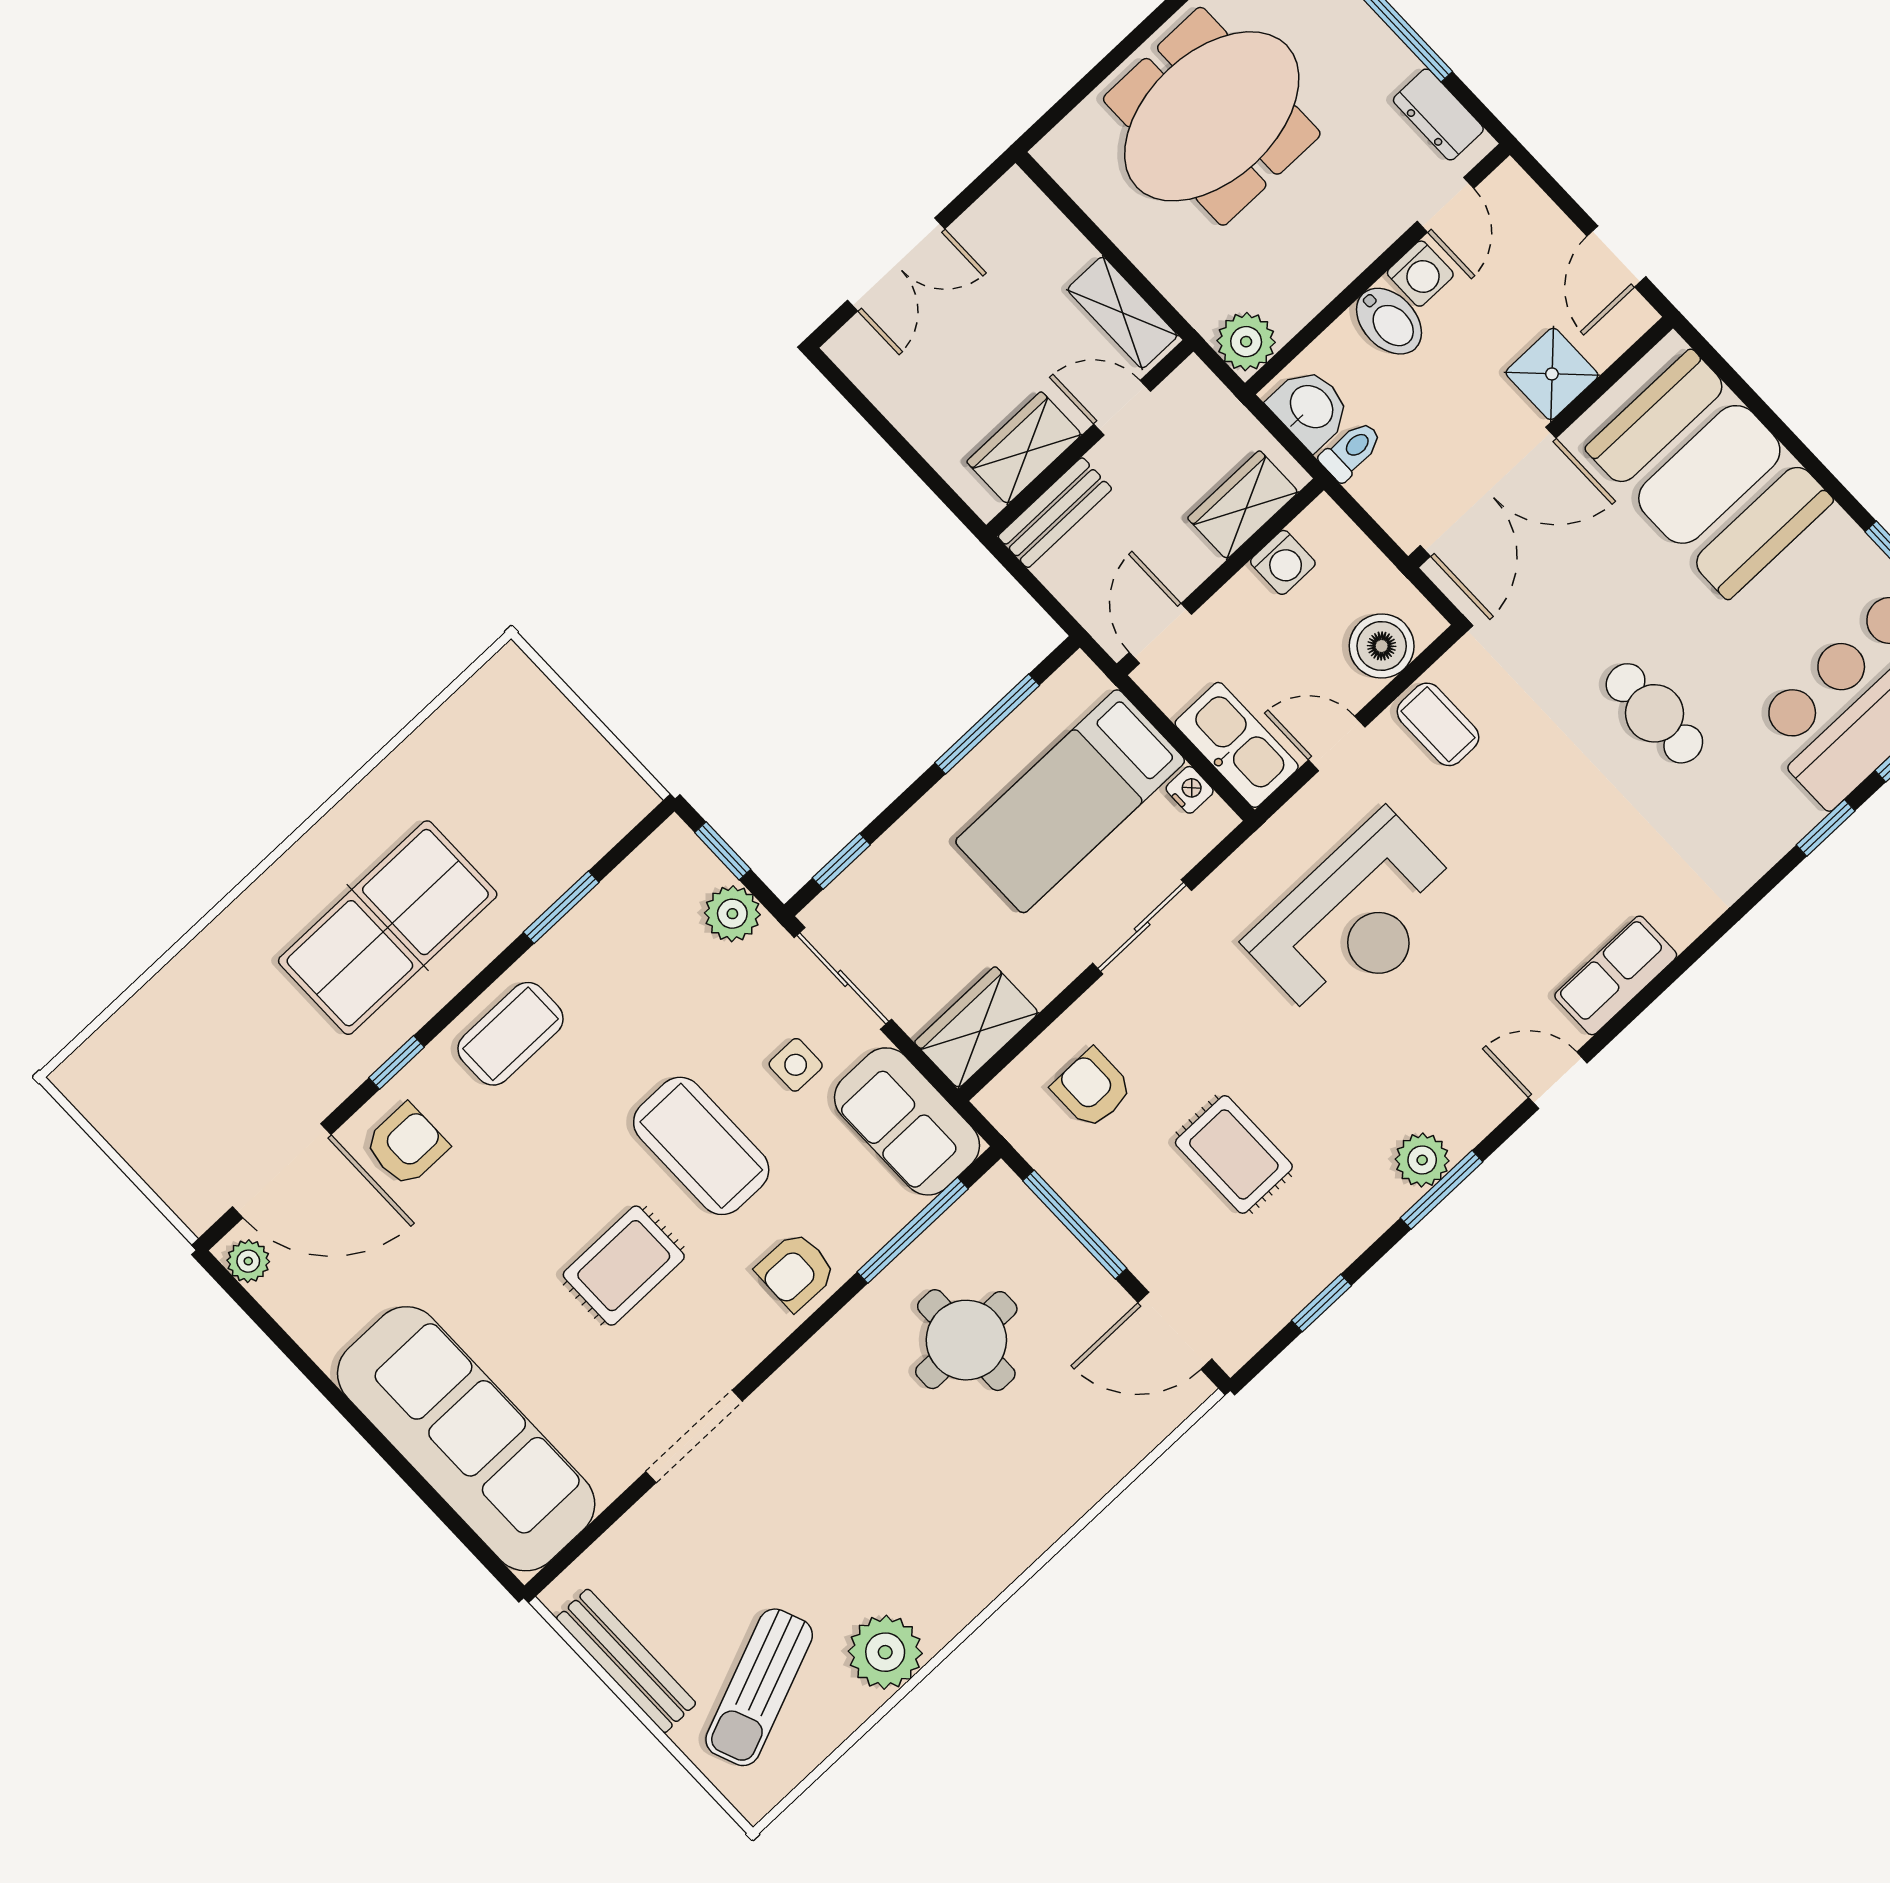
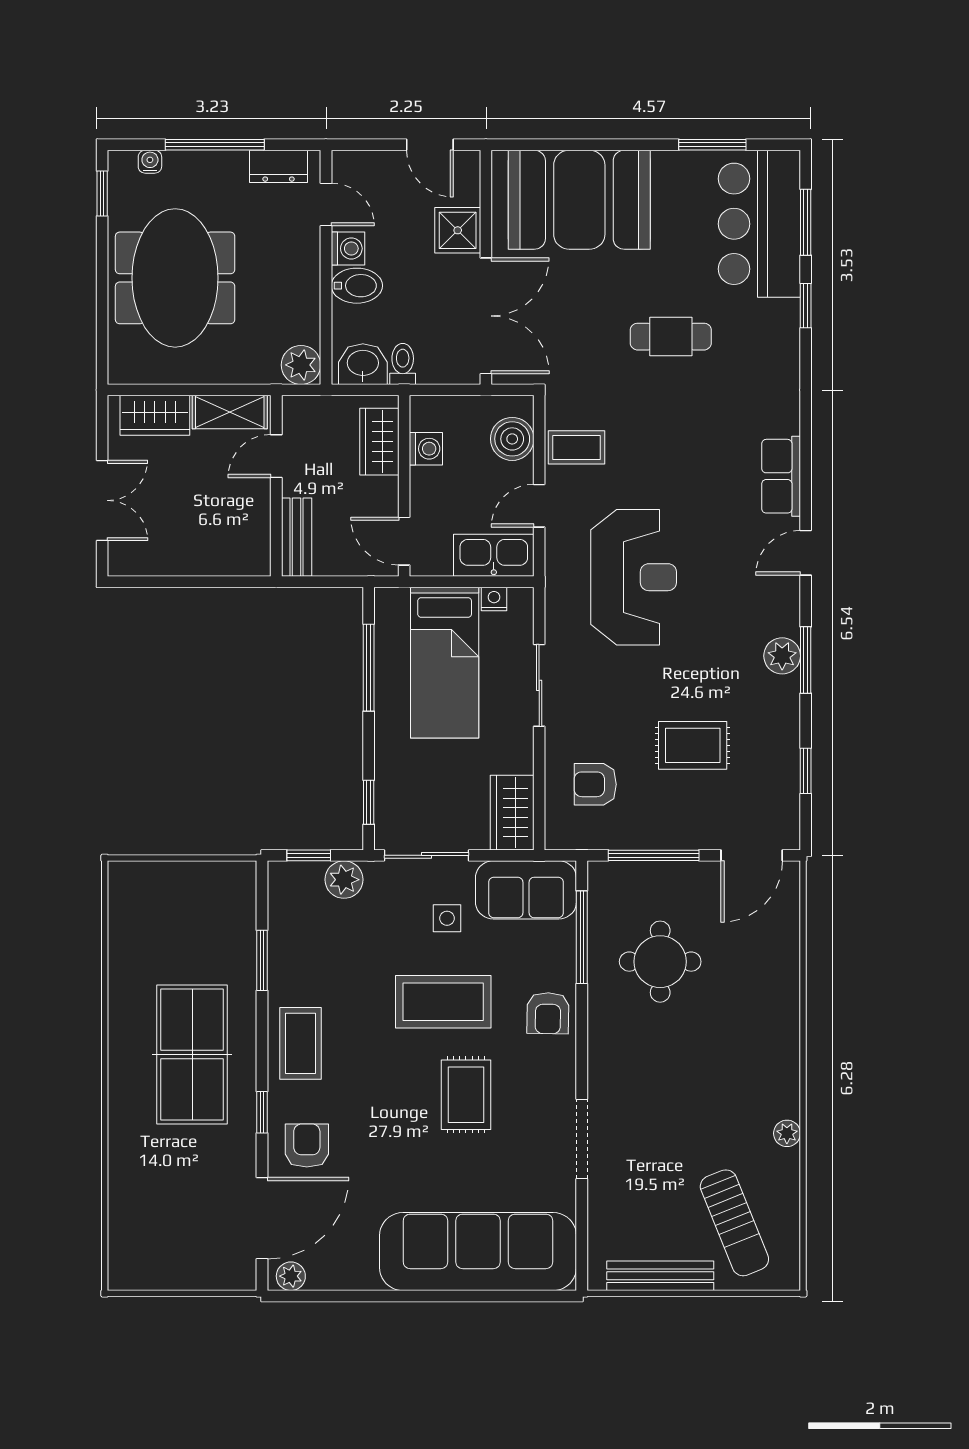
wardrobe: (1024, 448) -> (155, 415), moved, turned -90
plant: (885, 1652) -> (787, 1133), width x0.53, depth x0.53

